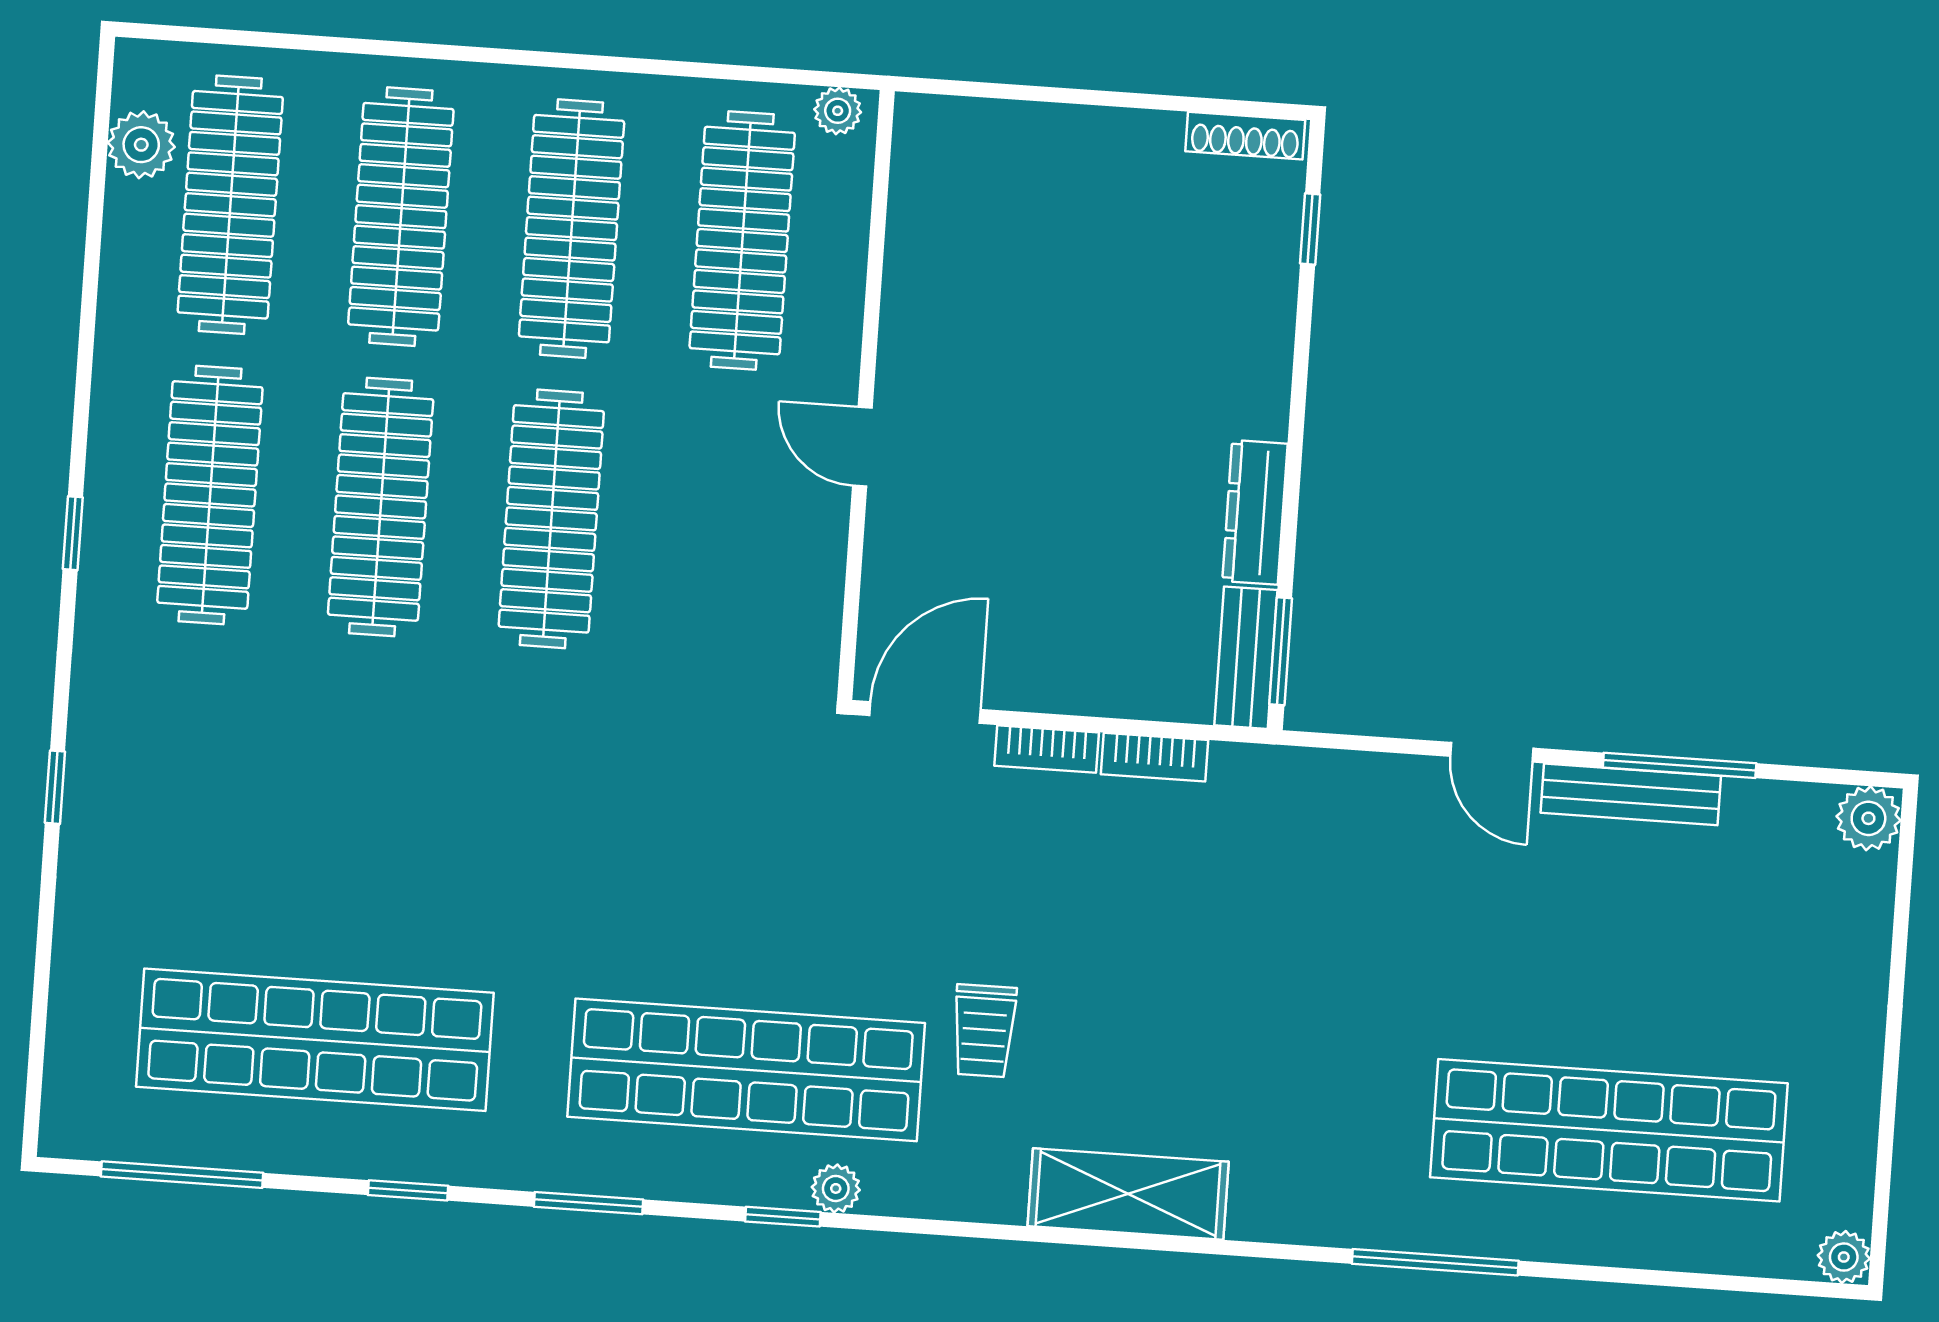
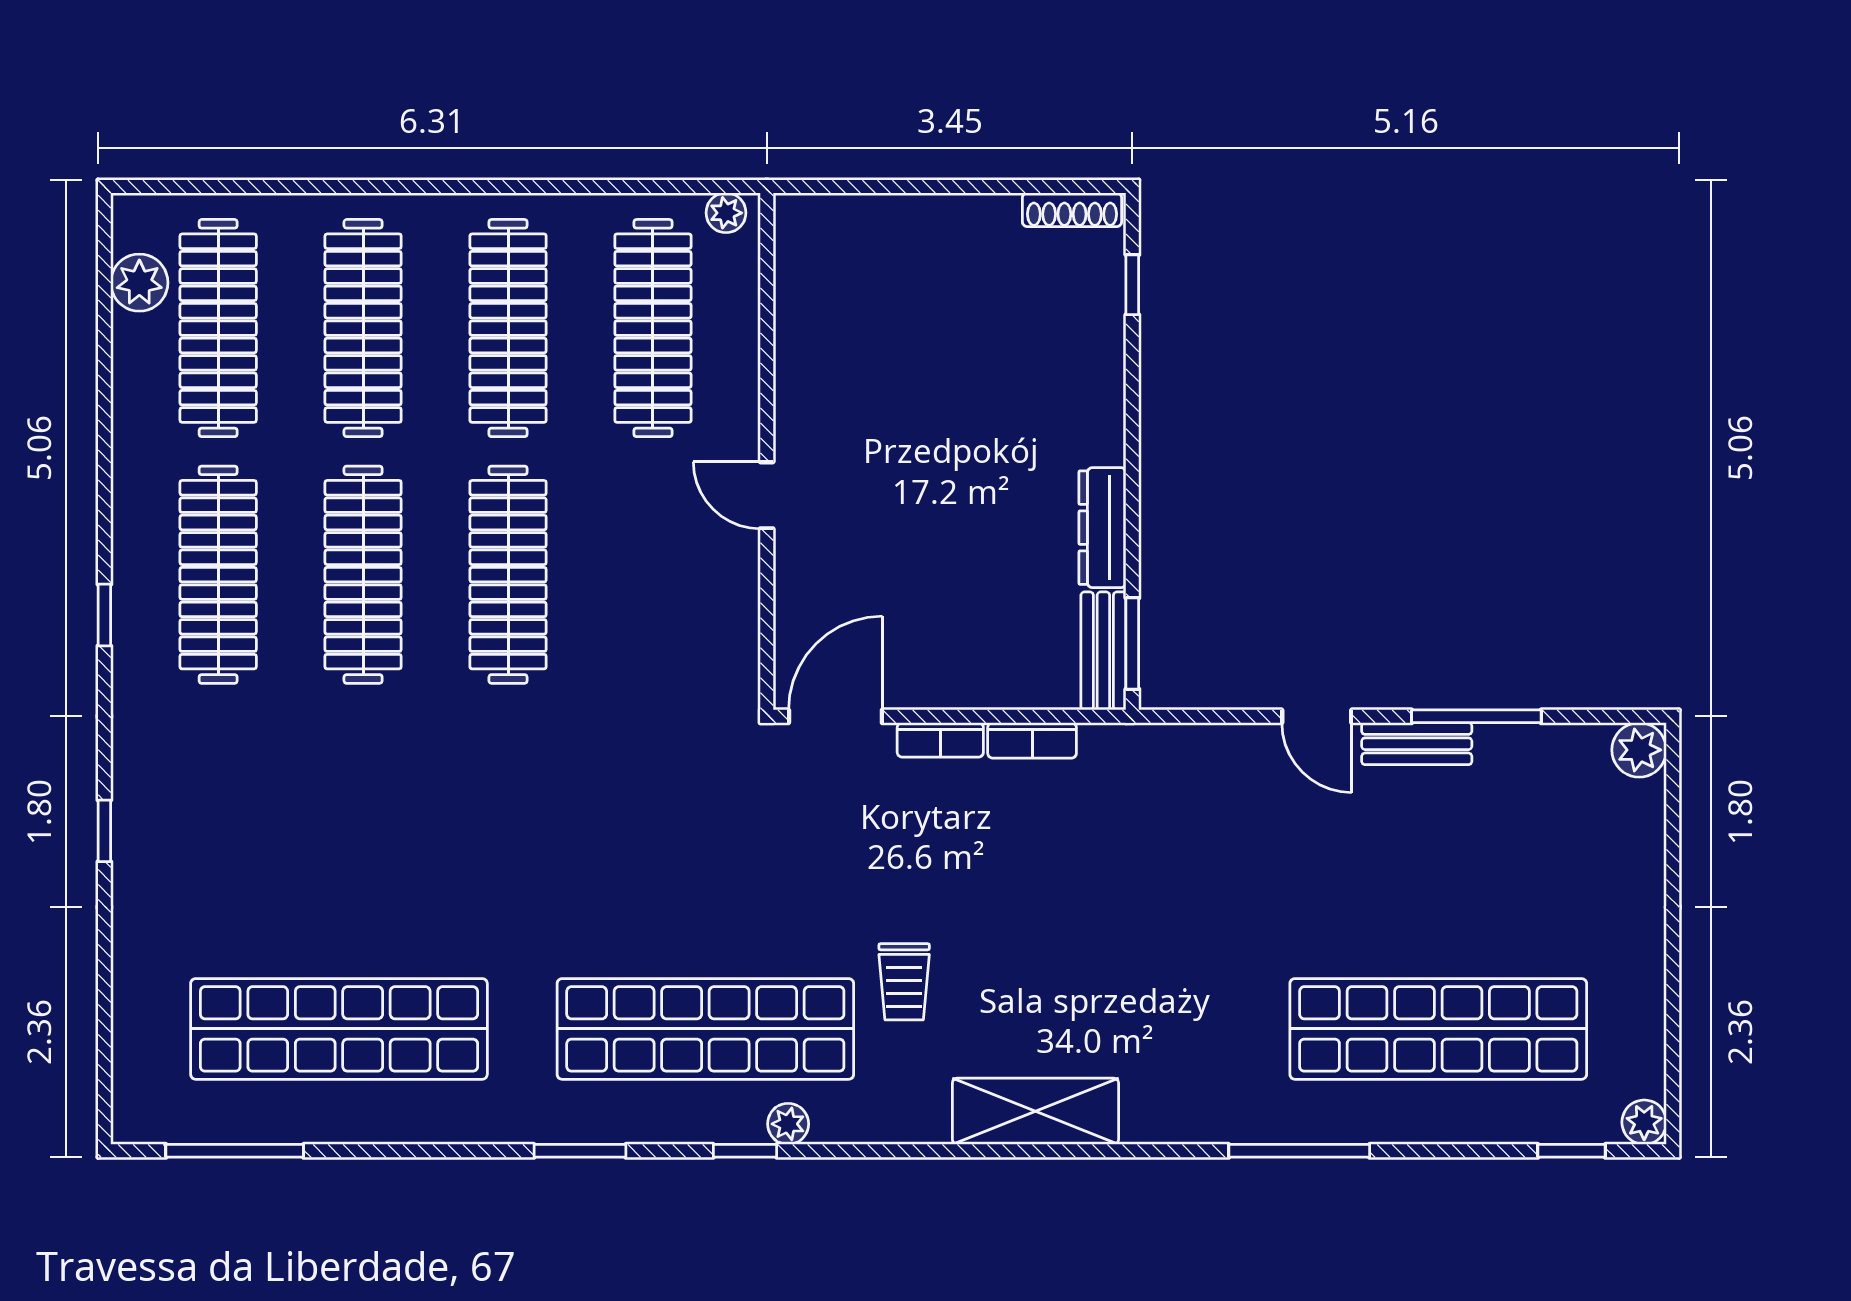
bench: (1631, 794) -> (1417, 744), width x0.73
window: (408, 1190) -> (1572, 1151), moved

